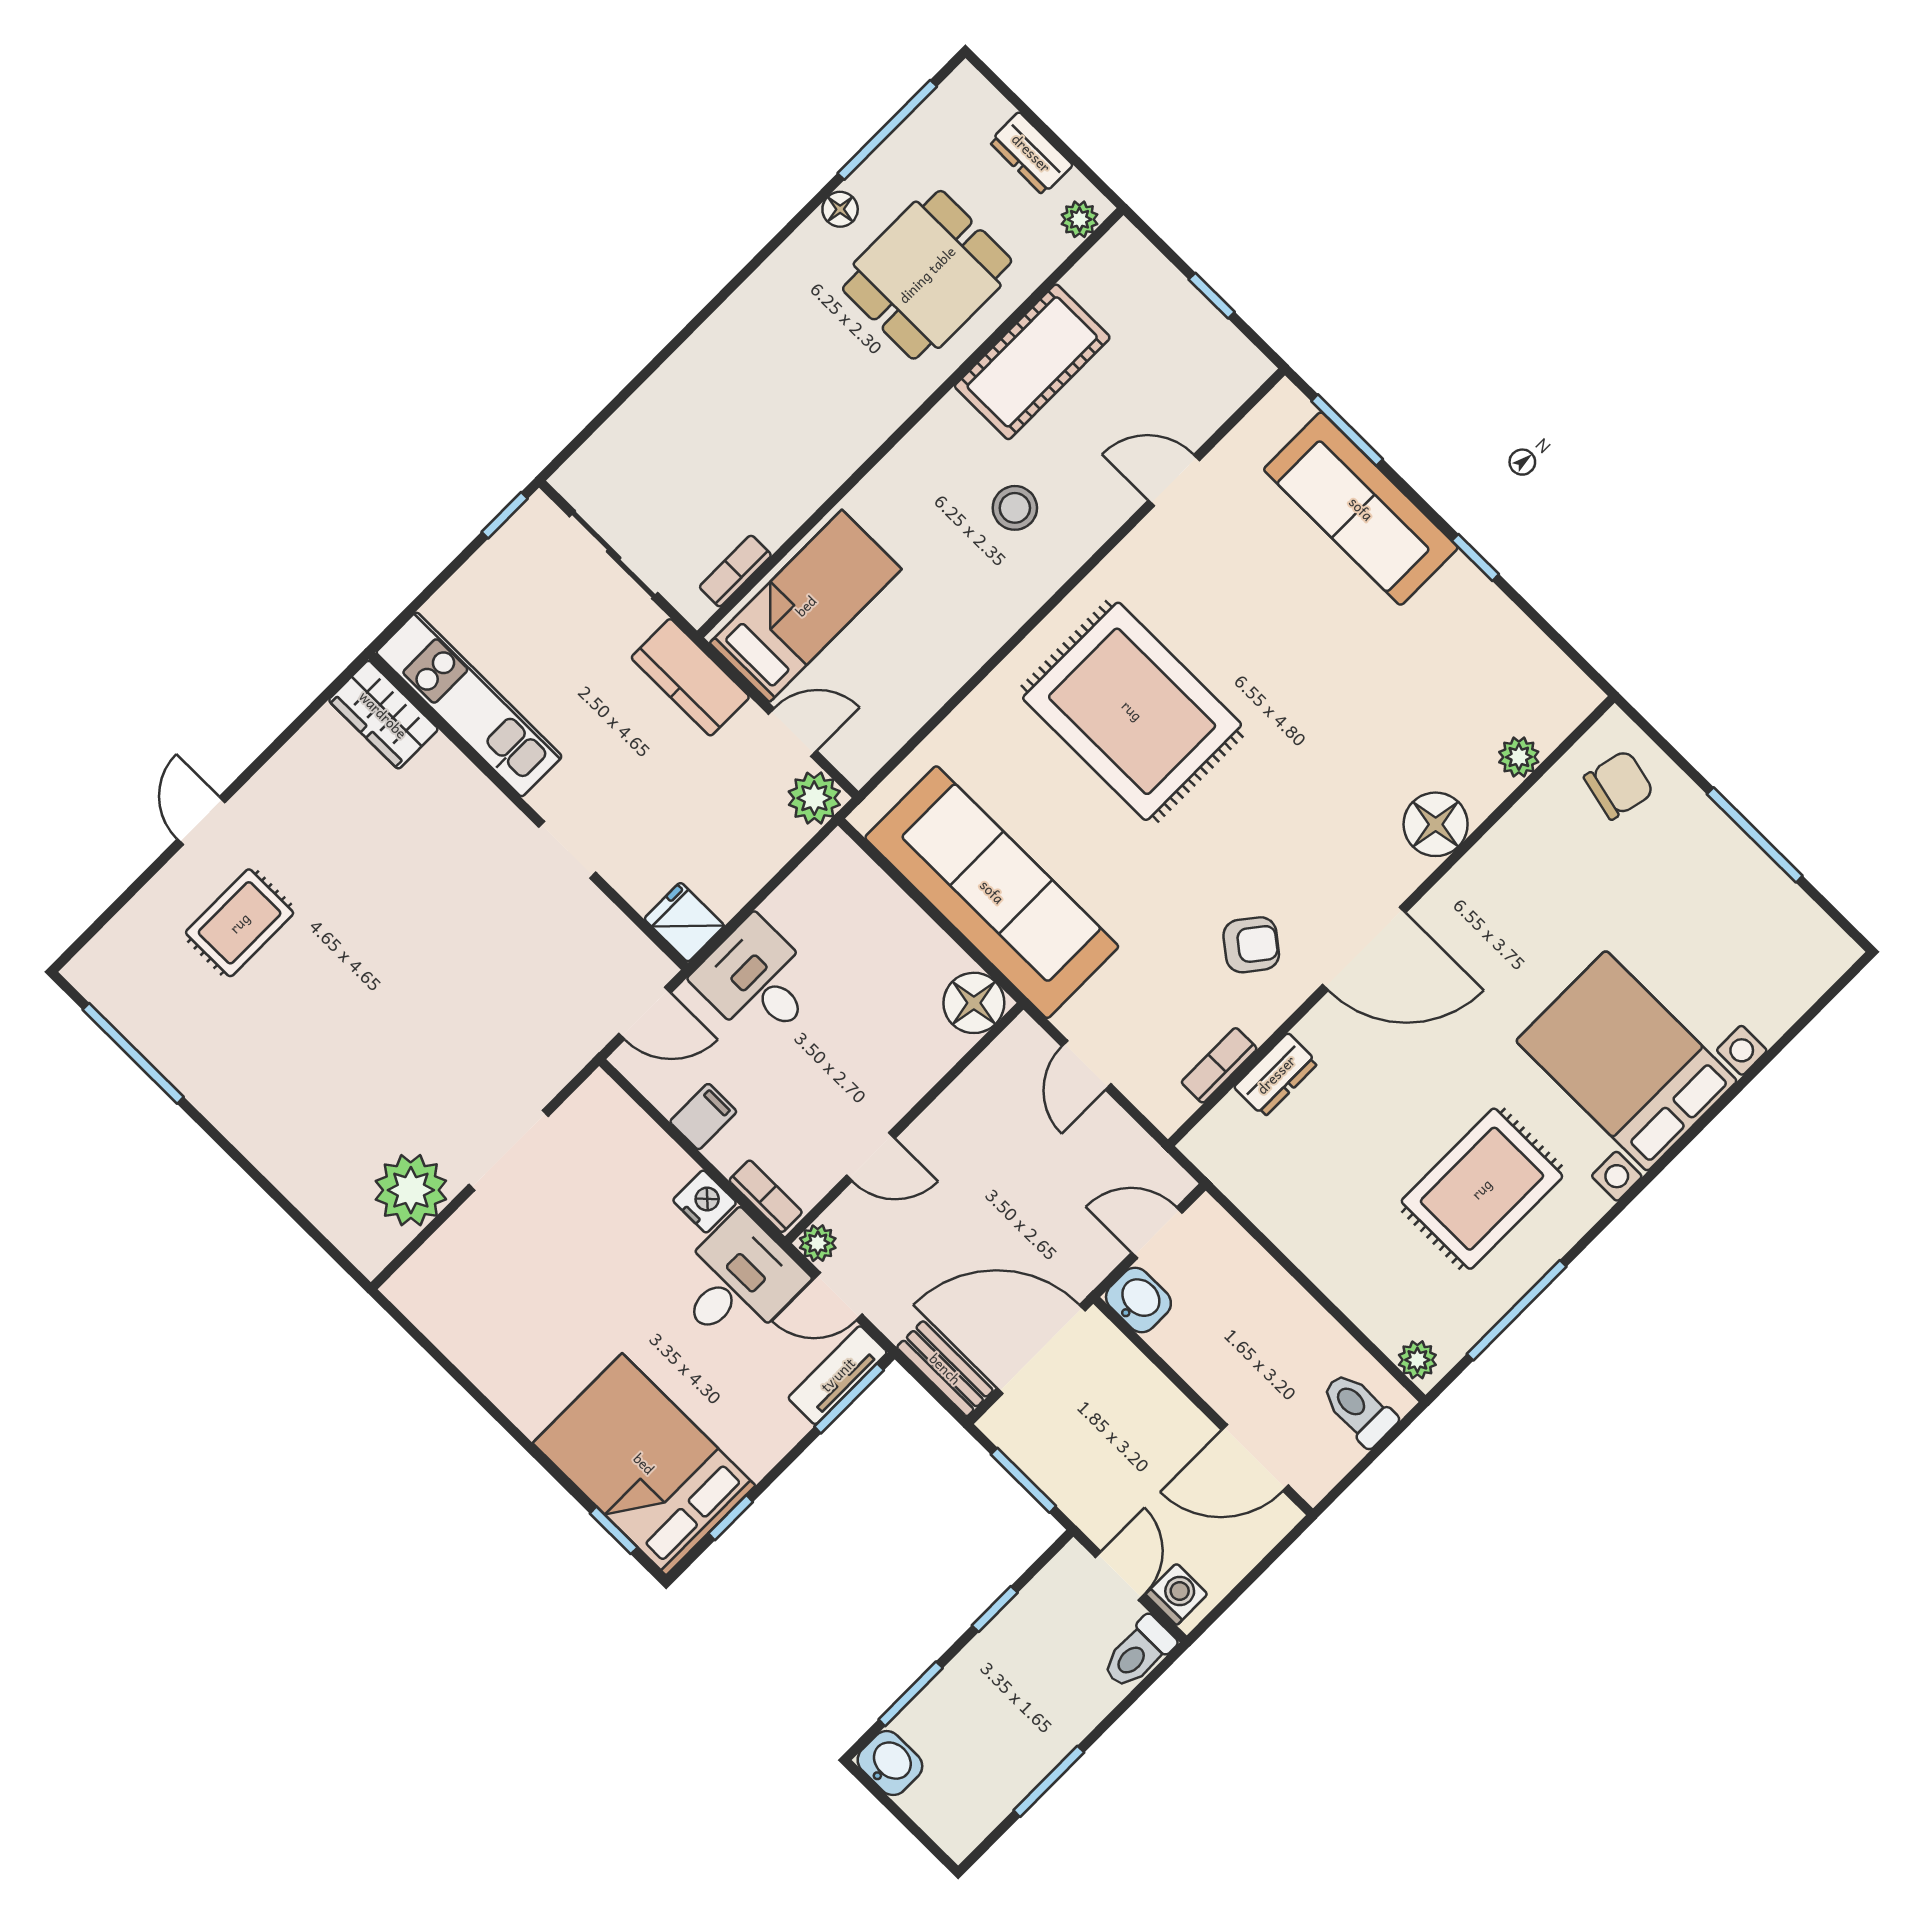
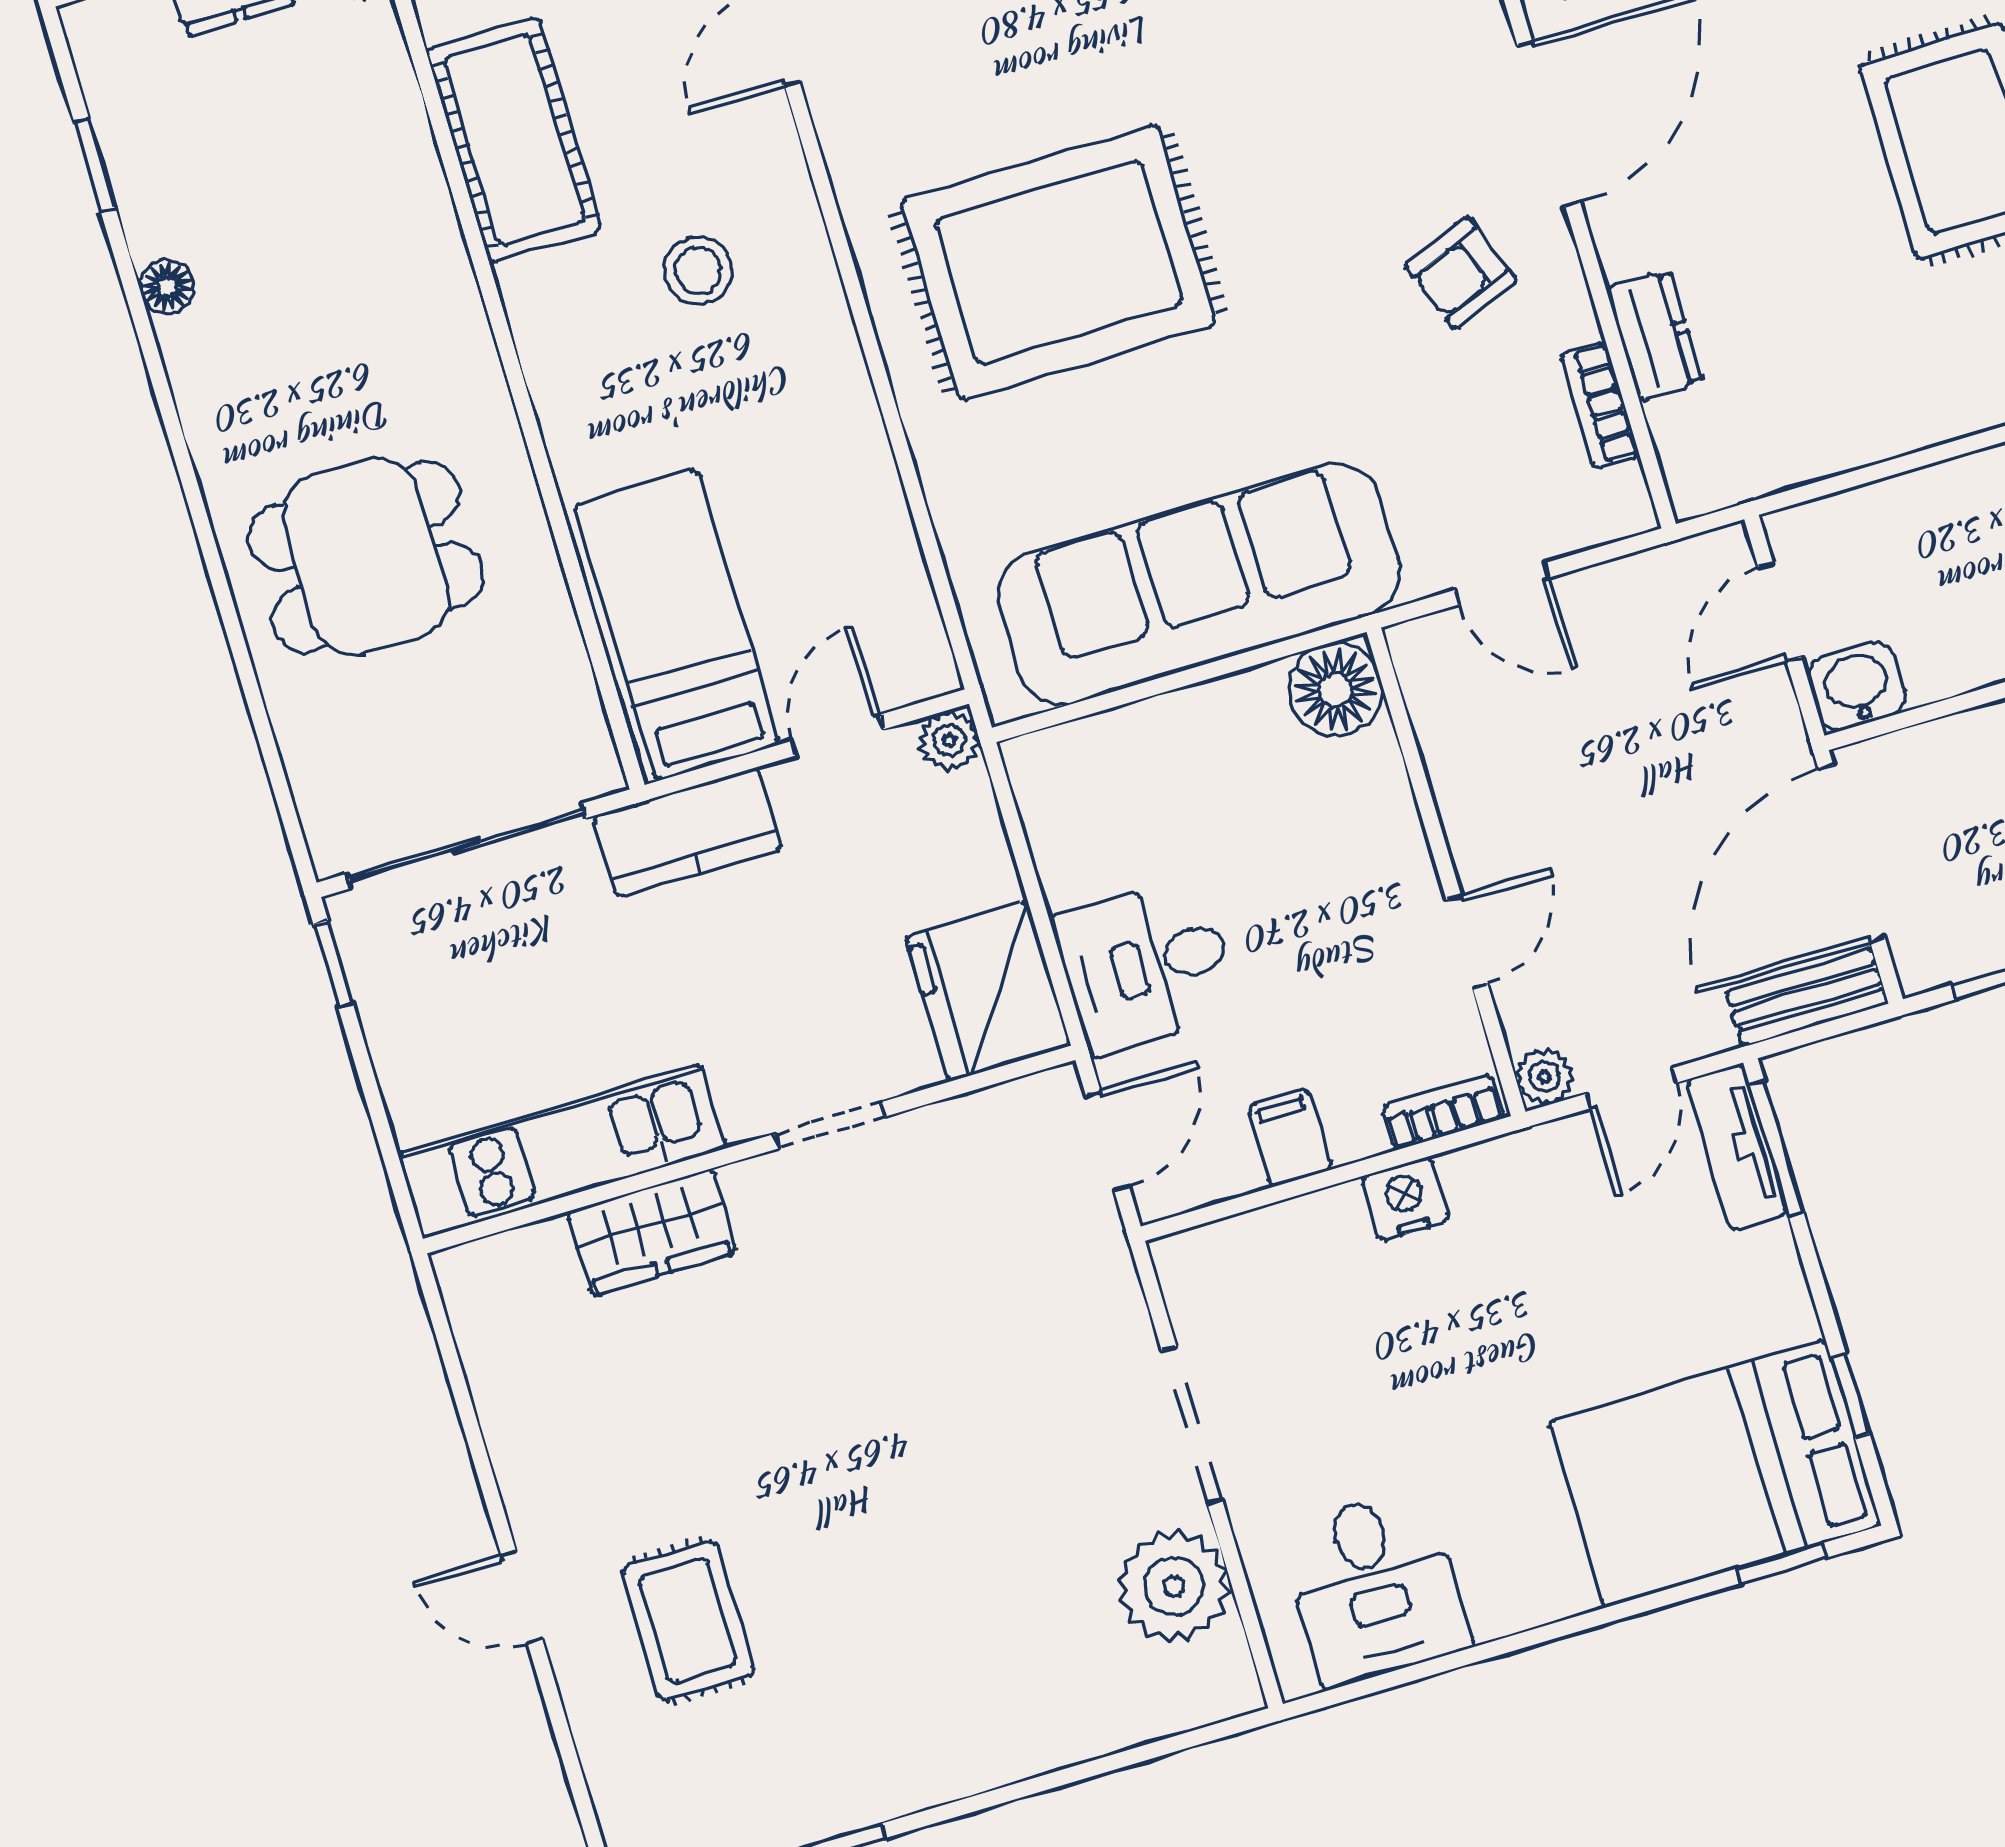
window: (887, 130) -> (95, 165), width x0.46
dining table: (927, 275) -> (366, 557), moved, turned 90
sliding door: (614, 555) -> (466, 846), width x1.37
bookcase: (735, 571) -> (578, 694), removed
wardrobe: (383, 715) -> (652, 1232), moved
plant: (814, 798) -> (949, 740), width x0.73, depth x0.73
fridge: (684, 922) -> (988, 991), width x1.88, depth x1.34
armchair: (1251, 945) -> (1461, 273), turned -150
desk: (737, 1281) -> (1375, 1587), moved, turned 180

